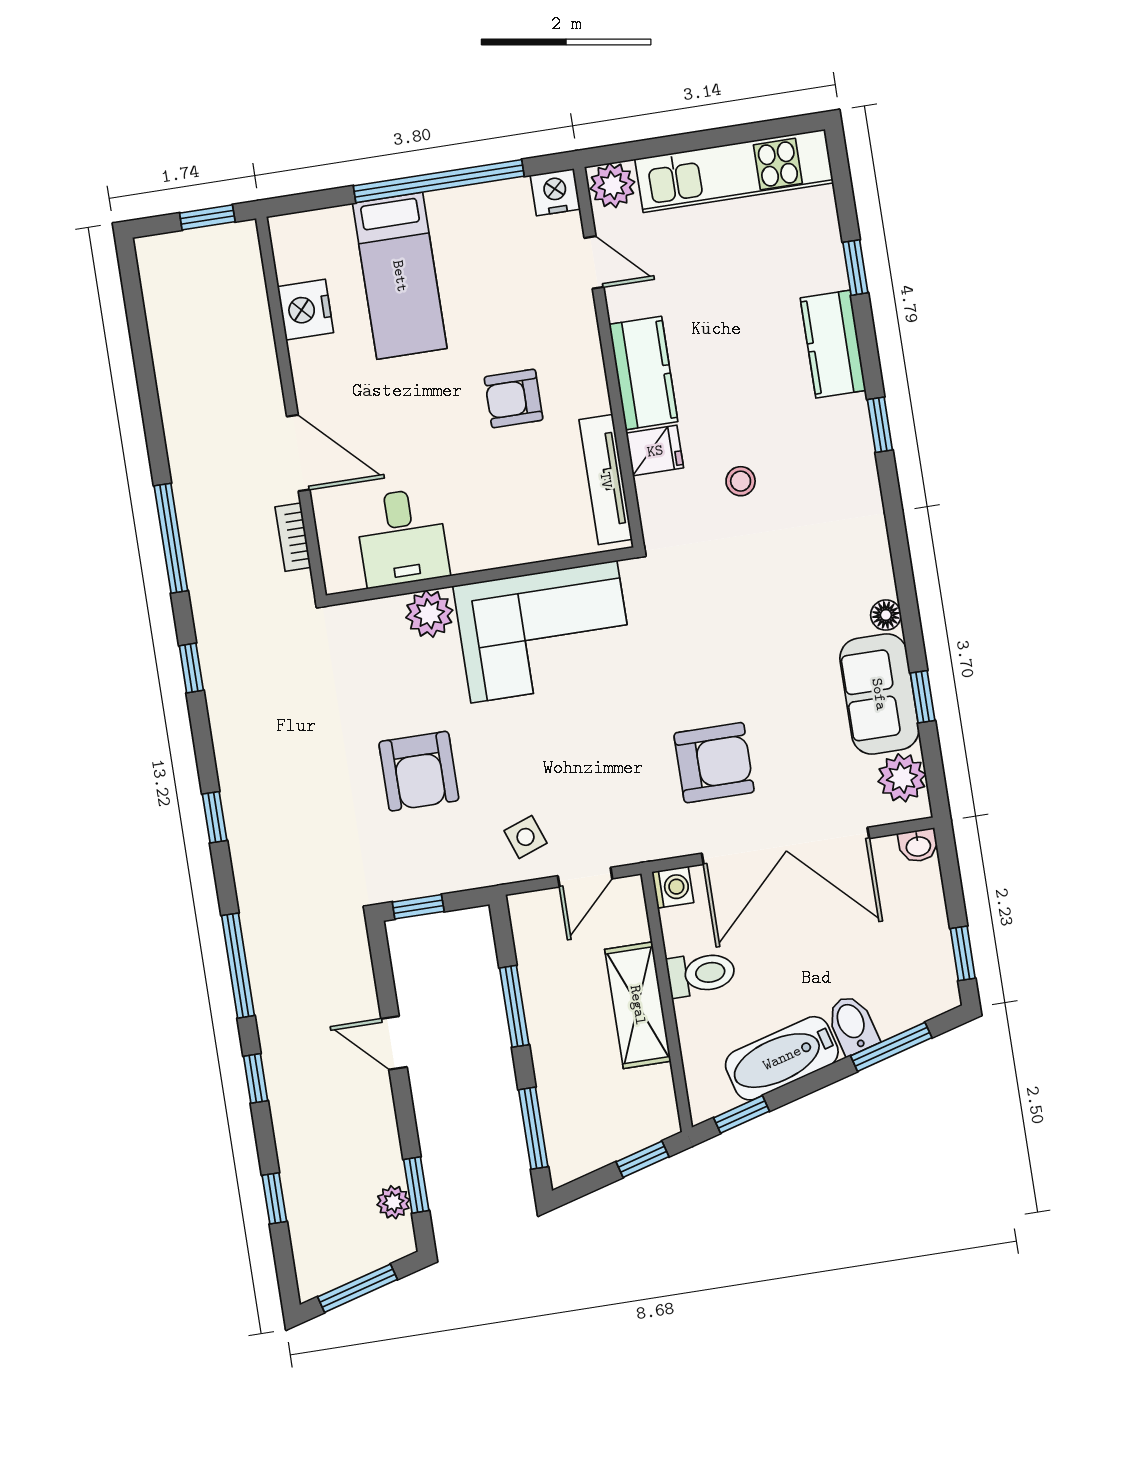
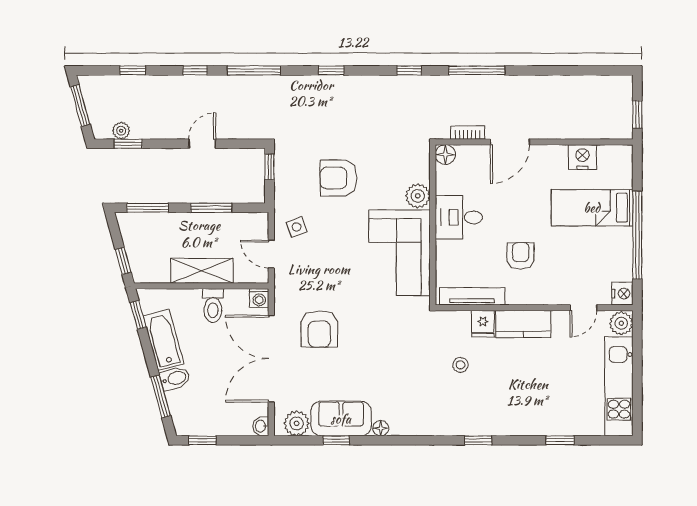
kitchen counter: (833, 344) -> (523, 423), removed
desk: (402, 537) -> (459, 217), moved
floor lamp: (342, 573) -> (445, 155), added

